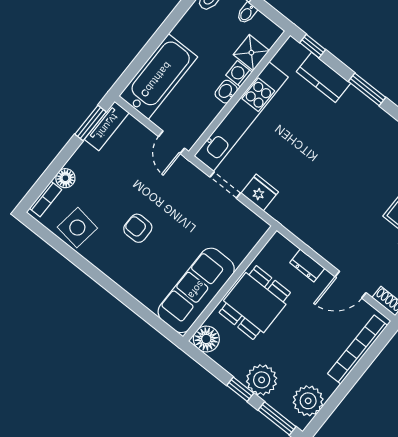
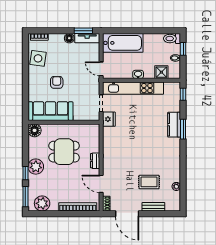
washing machine: (239, 74) -> (149, 74), removed
kitchen counter: (324, 77) -> (174, 125), moved
door: (172, 142) -> (101, 69), hinge flipped
floor lamp: (65, 178) -> (69, 38), moved
wall: (230, 283) -> (64, 122), moved
sofa: (196, 290) -> (50, 111), moved
floor lamp: (206, 339) -> (35, 130), moved
plant: (262, 380) -> (36, 167), moved

